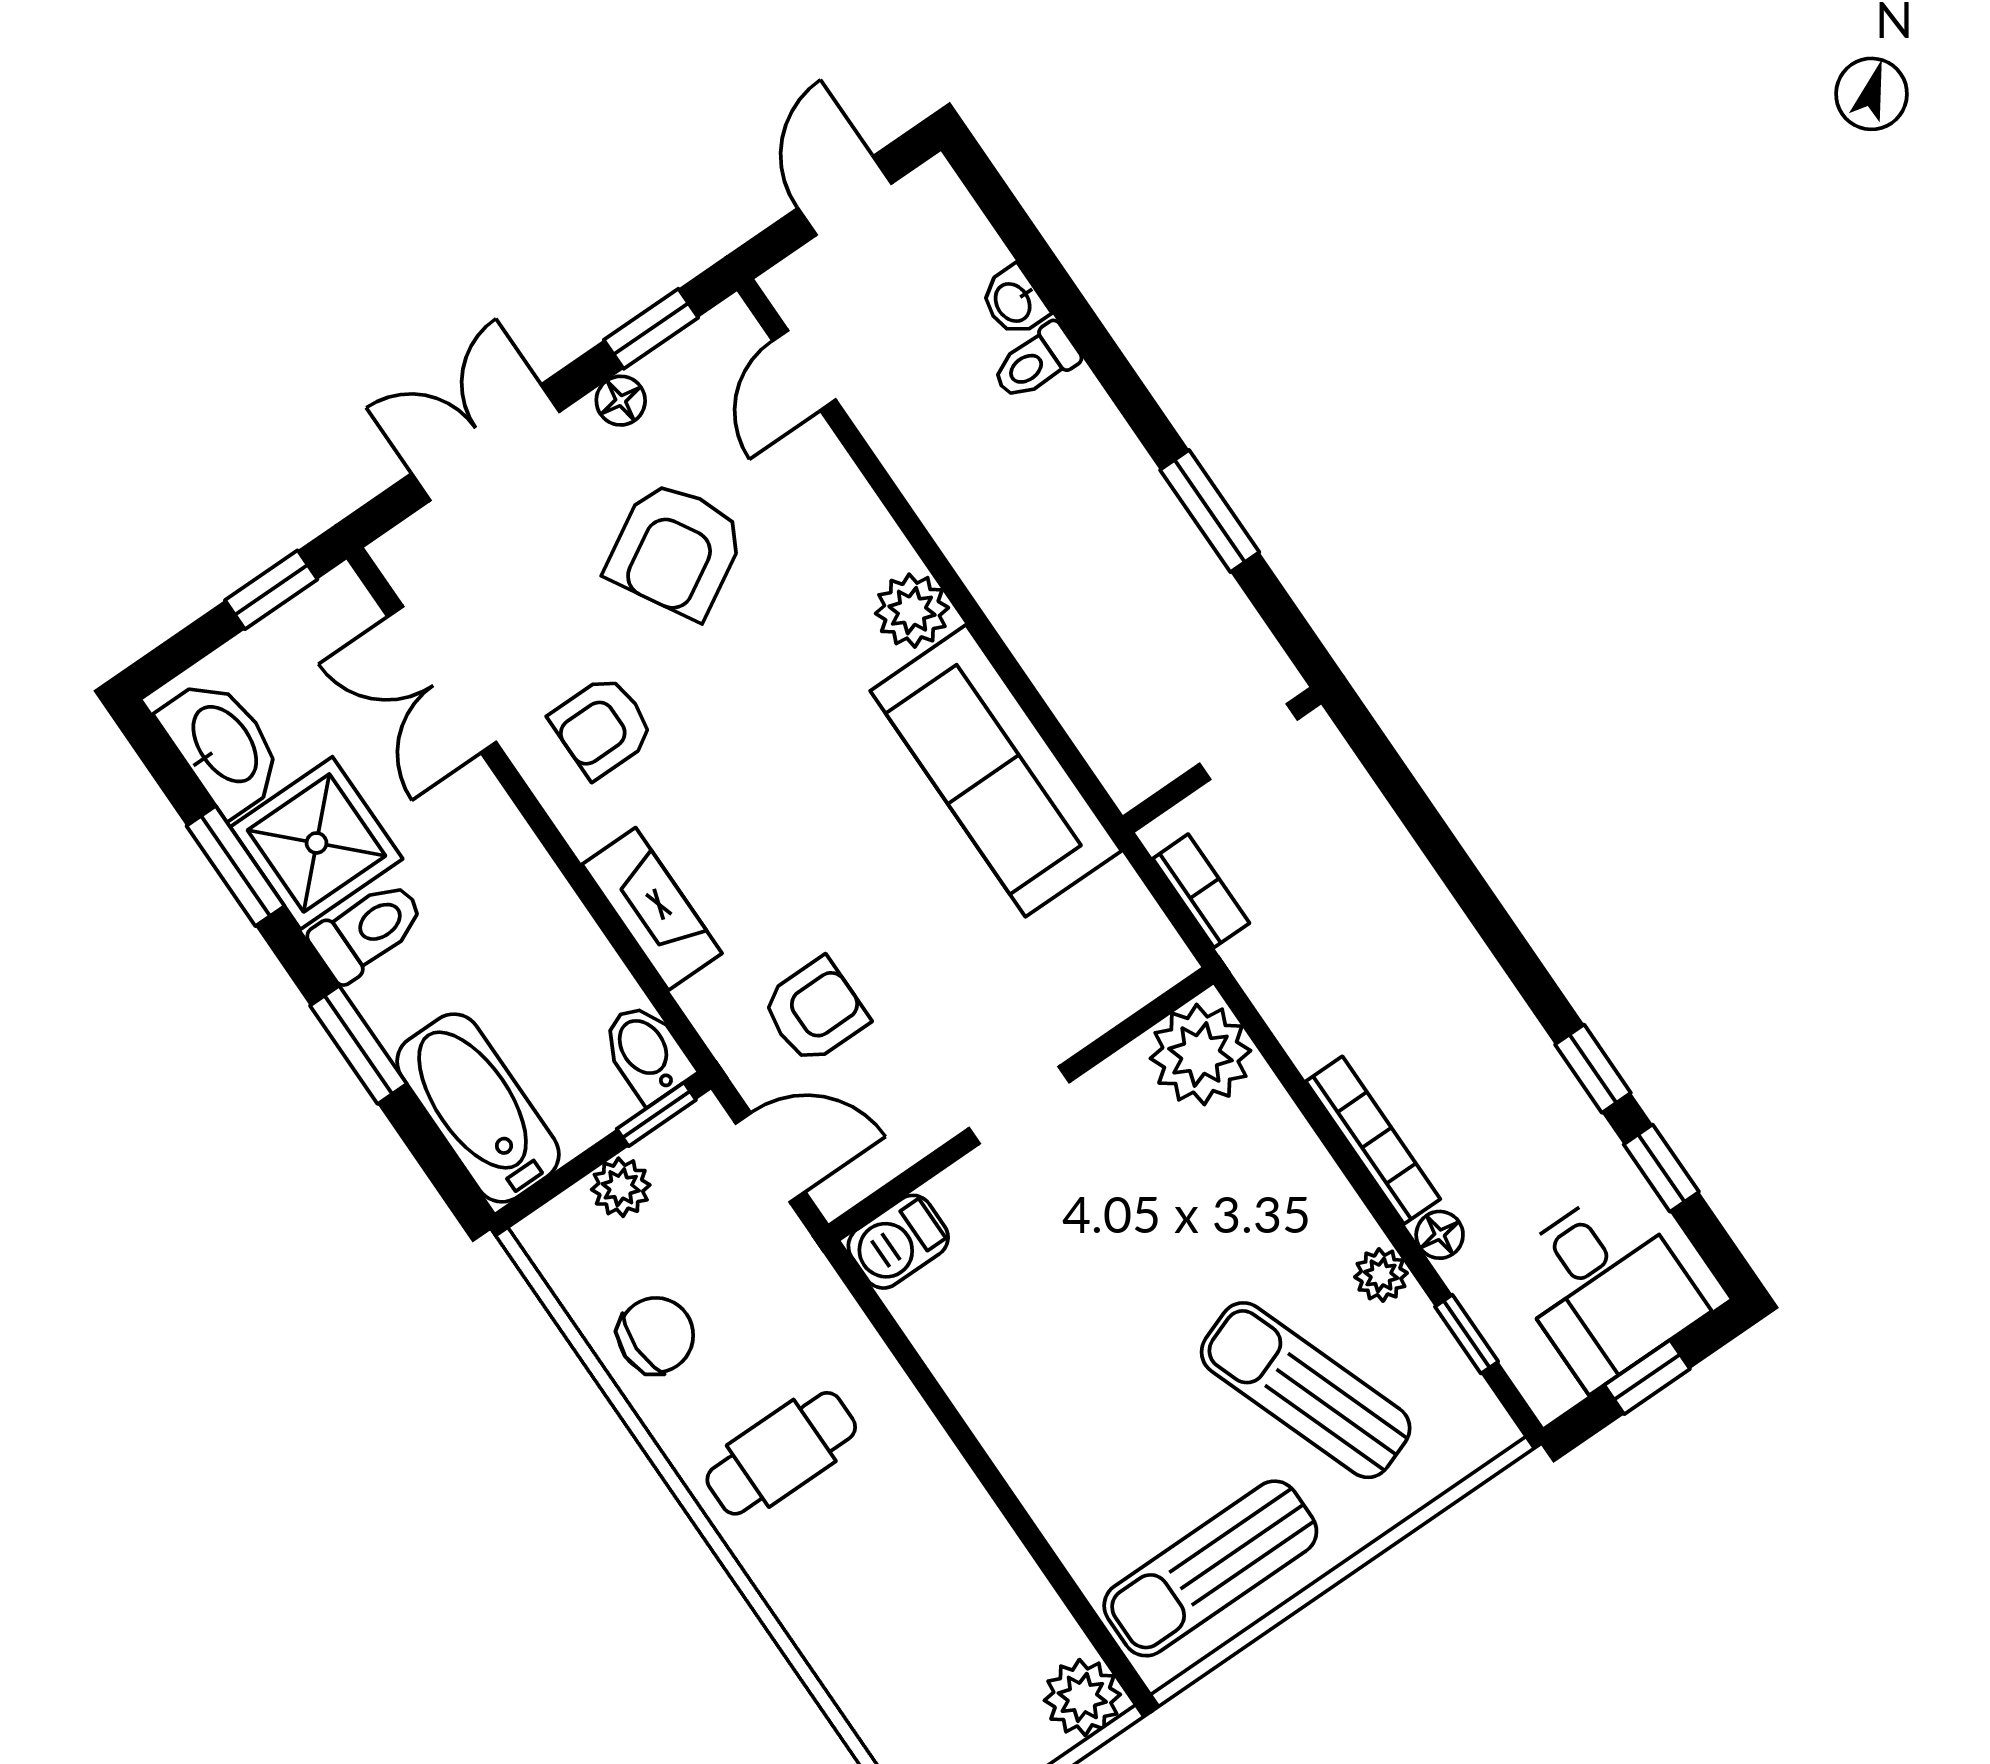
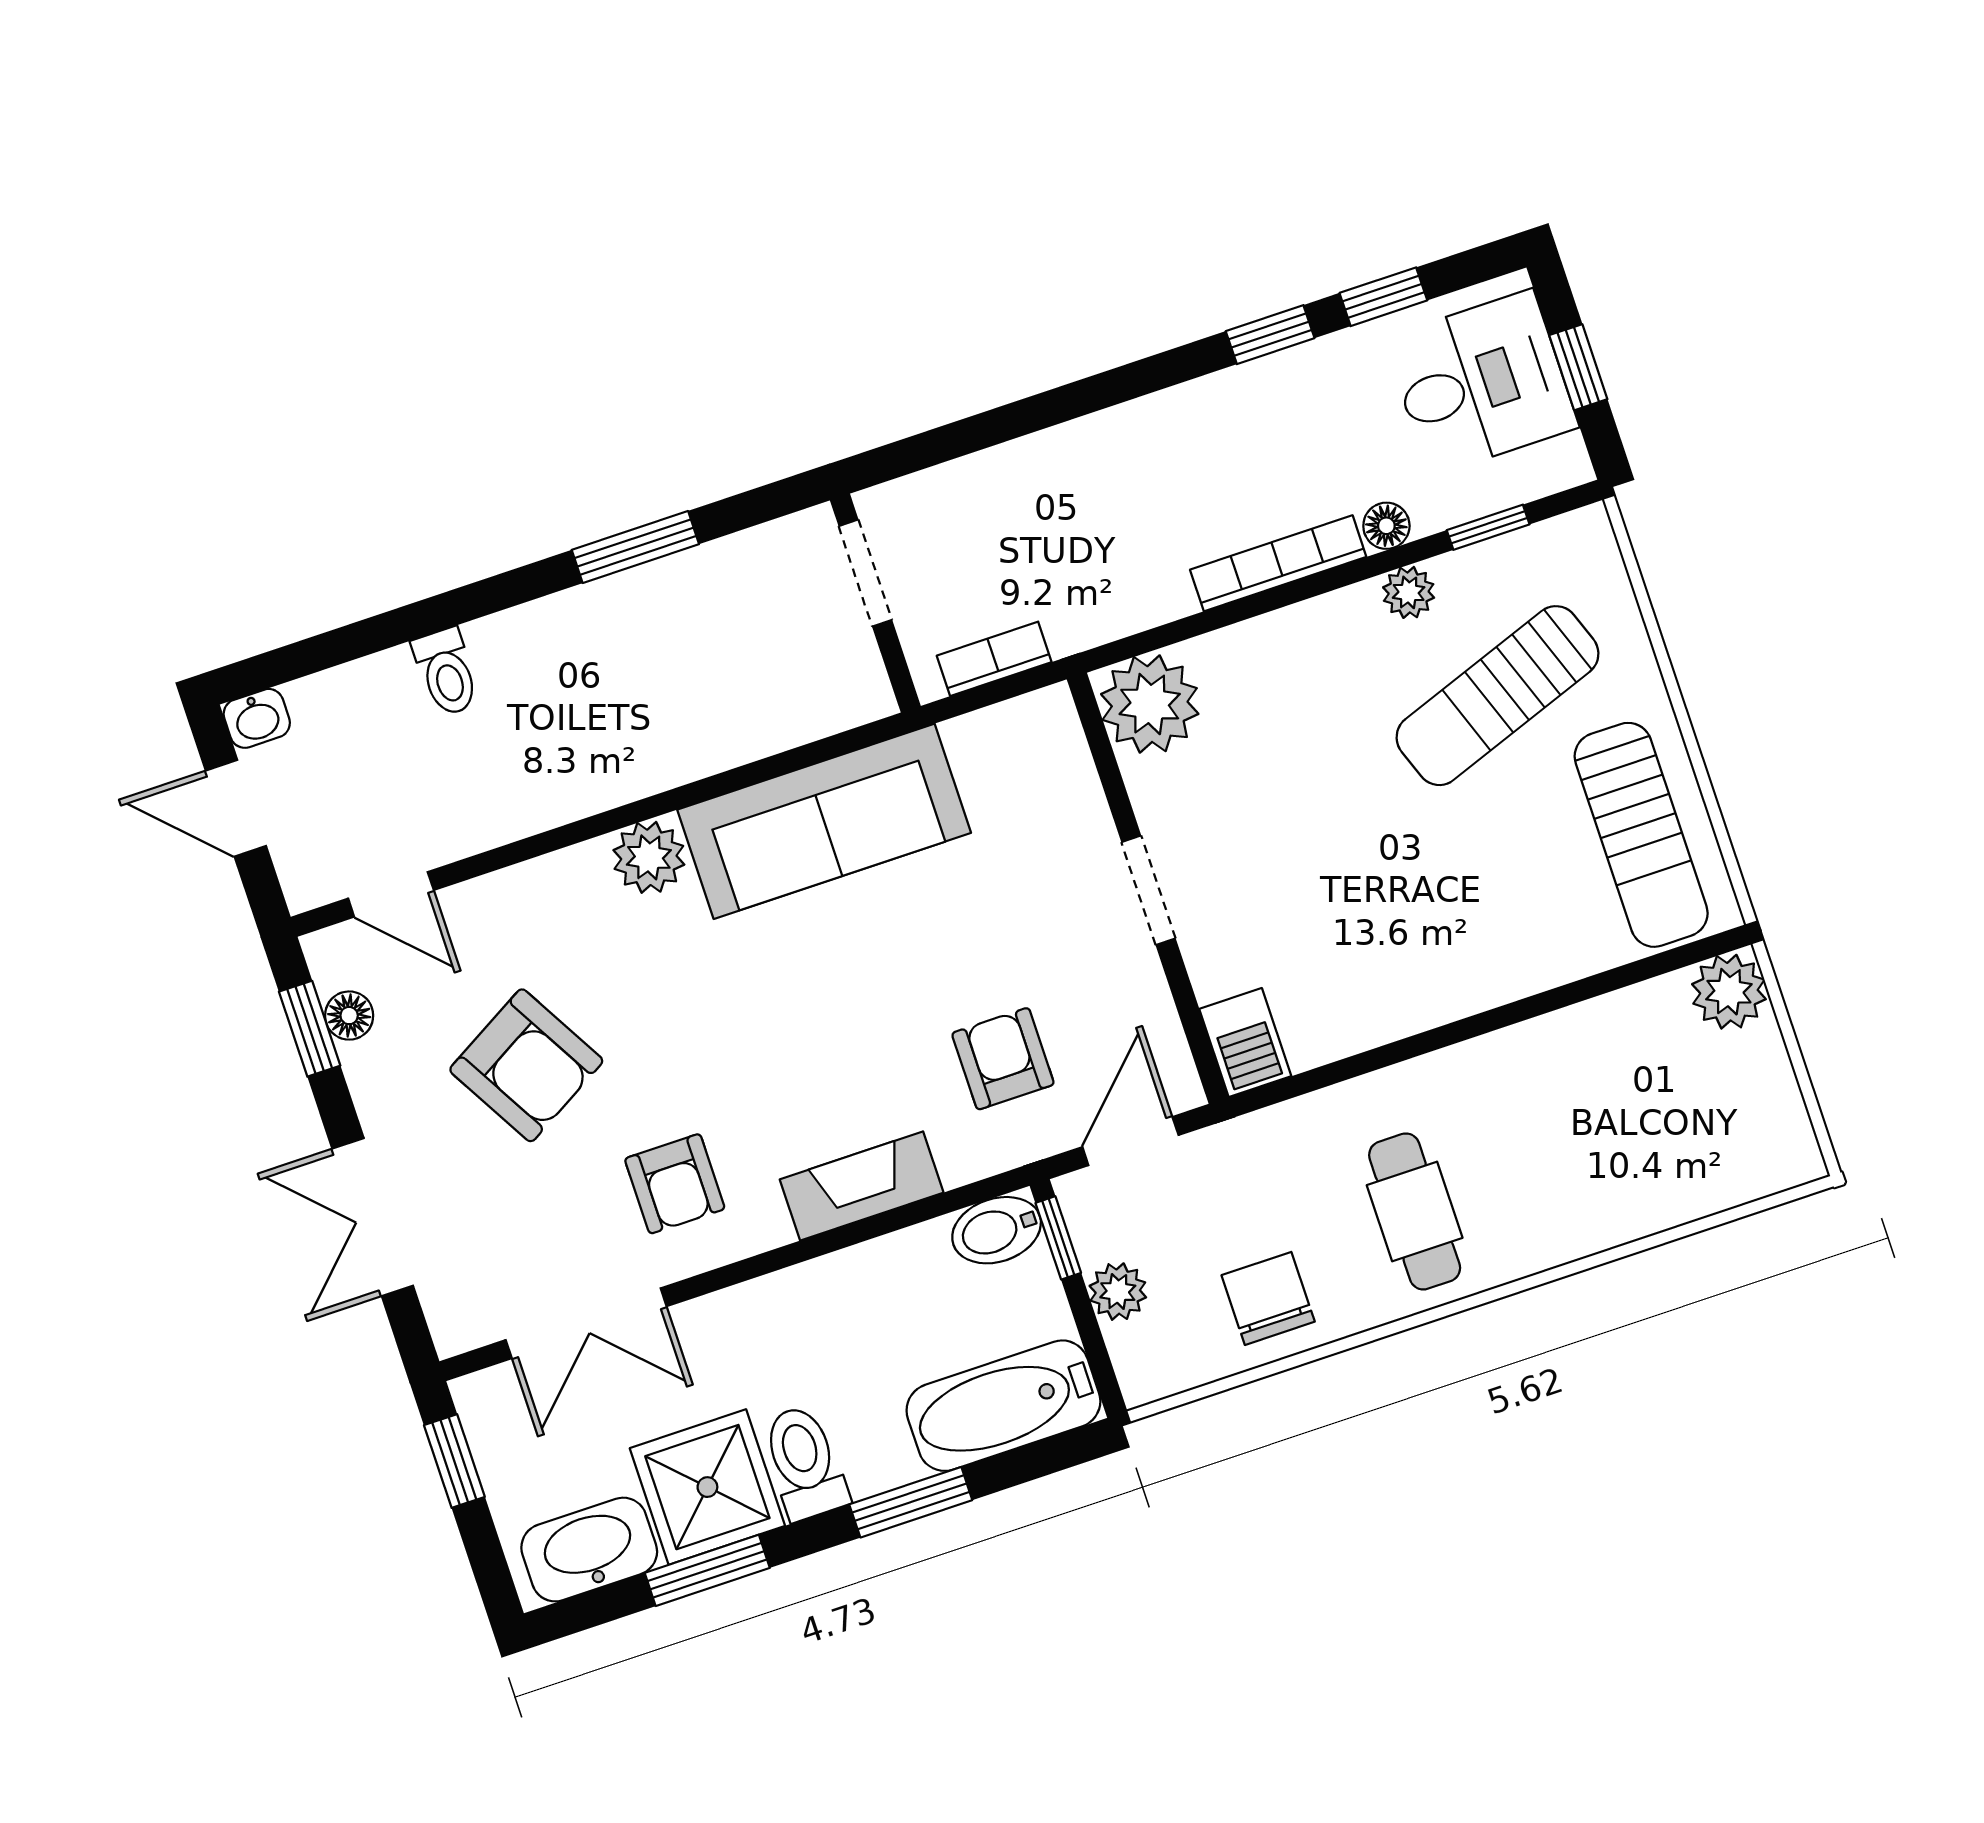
washbasin: (1014, 302) -> (257, 718), moved
floor lamp: (621, 401) -> (349, 1016), moved

